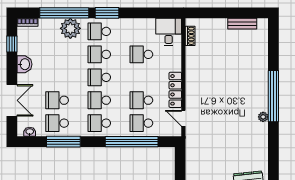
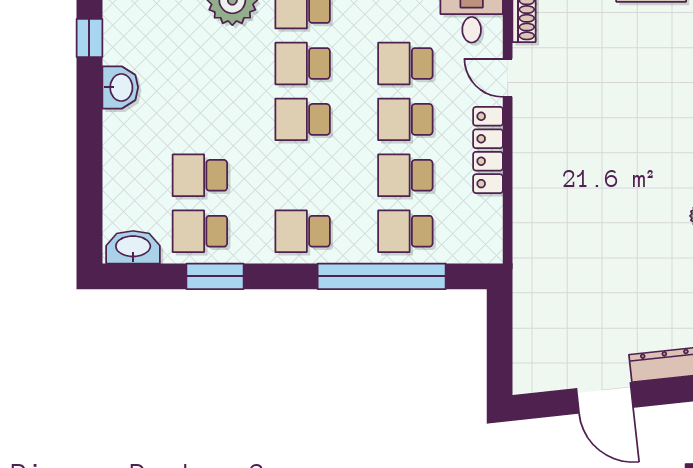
double door: (12, 100) -> (89, 176), removed
school desk: (99, 100) -> (405, 119), moved
door: (183, 118) -> (508, 78), moved
washbasin: (30, 132) -> (133, 247), width x1.91, depth x1.45
window: (63, 142) -> (215, 276), width x0.69

